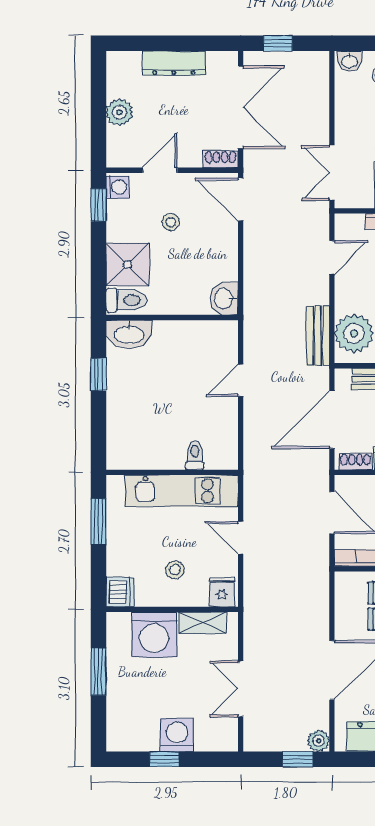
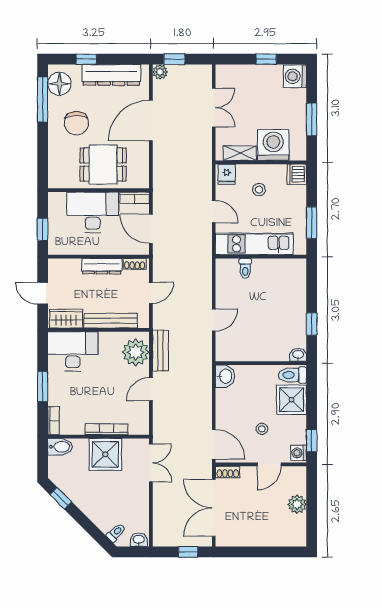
dresser: (174, 63) -> (260, 538), removed
door: (332, 257) -> (151, 389), moved
washbasin: (129, 334) -> (298, 355), width x0.52, depth x0.69
door: (332, 420) -> (151, 293), width x0.53
washing machine: (177, 735) -> (295, 76), moved, turned 90

